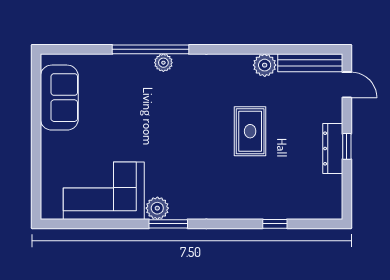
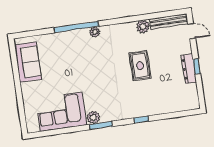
plant: (163, 63) -> (95, 32), moved
window: (275, 224) -> (141, 120), moved

